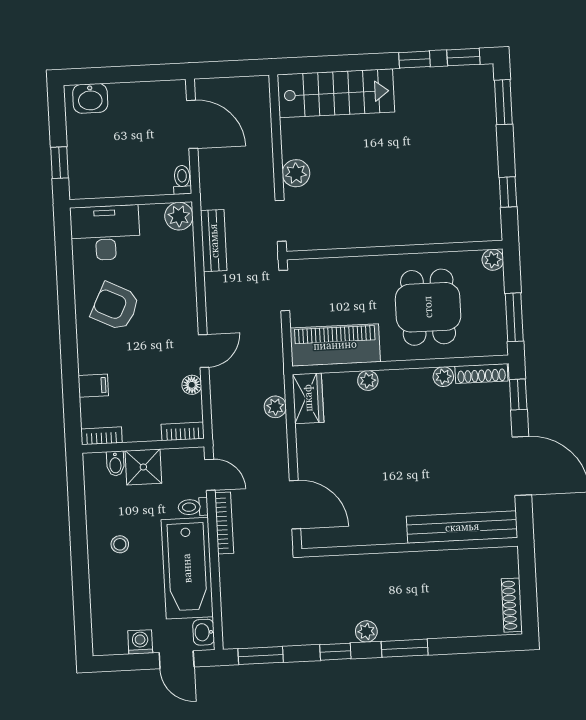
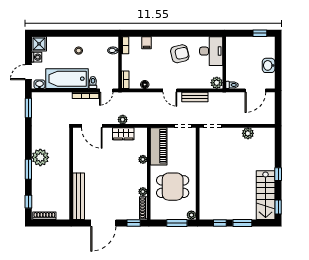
window: (415, 60) -> (278, 174), moved
stairs: (336, 93) -> (266, 195), moved
washbasin: (90, 98) -> (269, 65), moved
window: (503, 102) -> (242, 223), moved
window: (59, 163) -> (260, 33), moved
plant: (296, 173) -> (248, 133), moved
bench: (214, 241) -> (195, 97), moved
armchair: (115, 306) -> (180, 54), turned 51
window: (514, 317) -> (177, 223), moved
door: (204, 351) -> (170, 90), moved
wardrobe: (308, 398) -> (123, 134), moved
plant: (275, 407) -> (123, 120), moved
shower: (143, 467) -> (39, 44), moved
door: (295, 505) -> (92, 126), hinge flipped
plant: (366, 631) -> (40, 157), width x1.87, depth x1.87
window: (335, 652) -> (28, 202), moved

